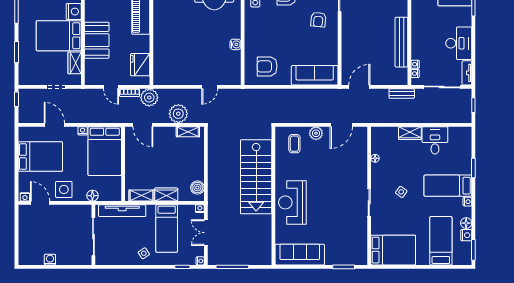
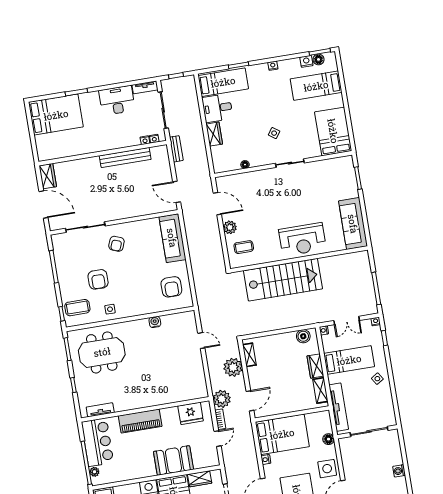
armchair: (318, 20) -> (116, 244), turned 105
bed: (448, 186) -> (223, 82), moved, turned -90
floor lamp: (466, 223) -> (318, 59), moved

